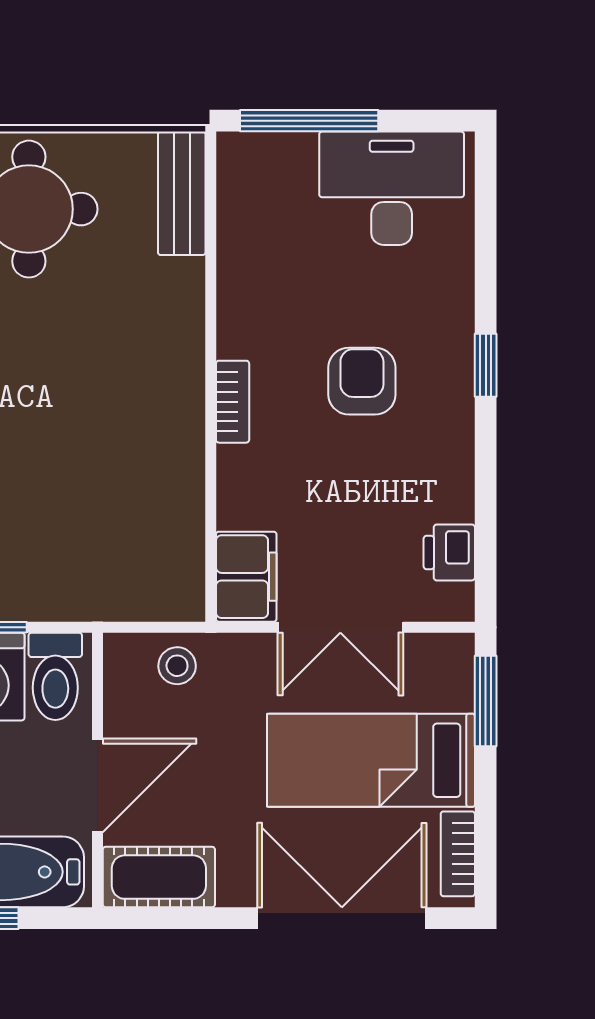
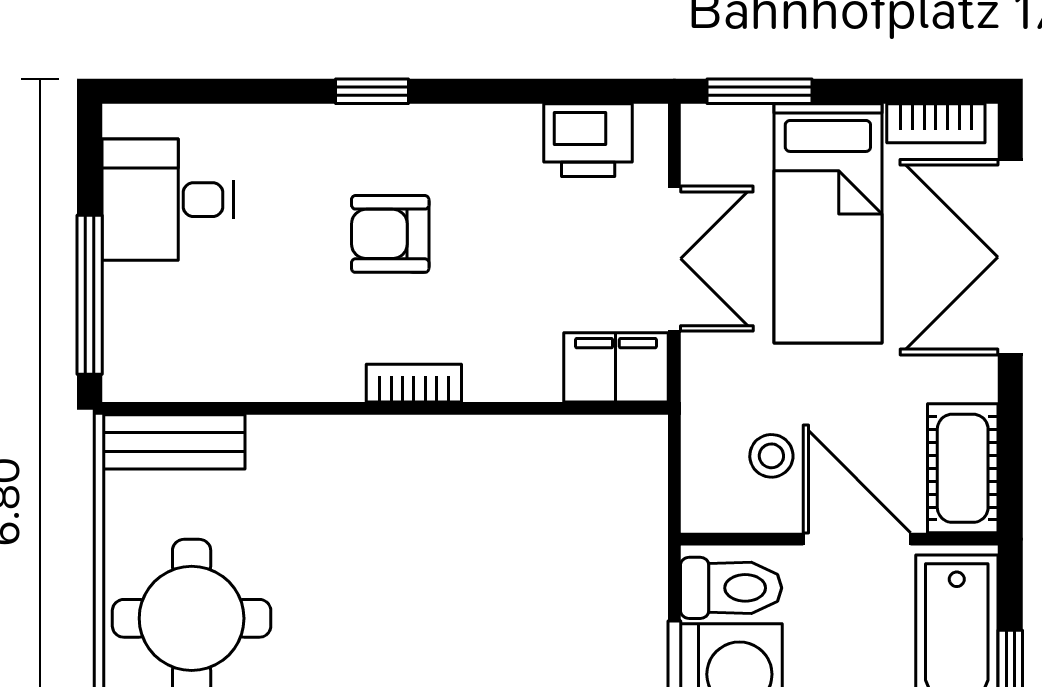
desk: (392, 188) -> (168, 200), width x0.73
printer: (449, 552) -> (588, 140), width x1.36, depth x1.24
stool: (177, 666) -> (771, 456), moved

